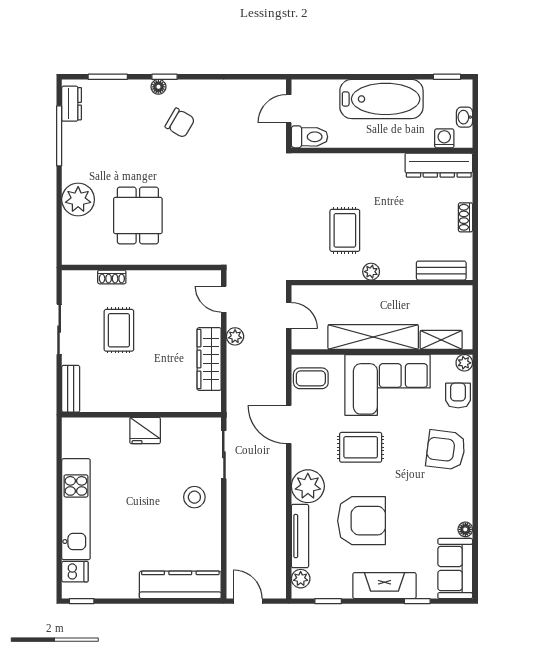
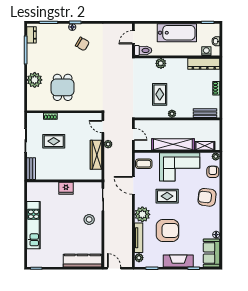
plant: (347, 164) -> (161, 63), added
rug: (119, 330) -> (54, 141), turned 90
dishwasher: (75, 572) -> (33, 254), removed

